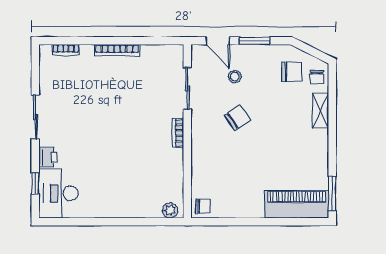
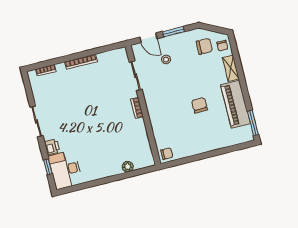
chair: (237, 118) -> (199, 105), moved, turned -56
piano: (296, 204) -> (235, 104), moved, turned -90
plant: (170, 211) -> (128, 167), moved

